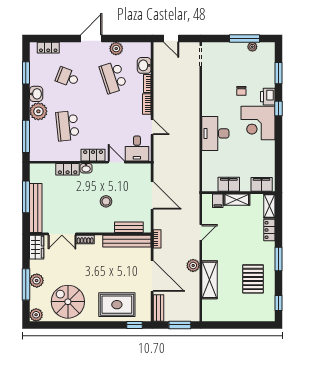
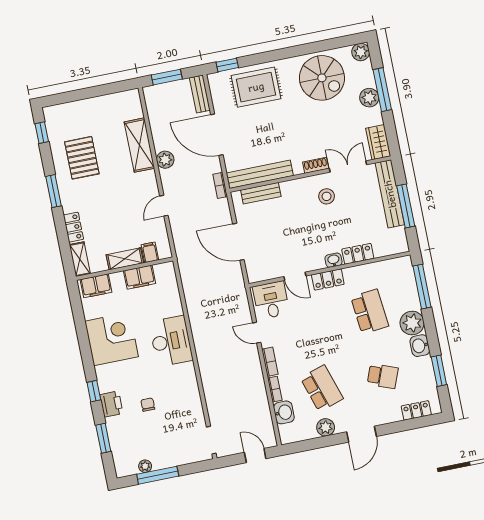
corner desk: (258, 123) -> (112, 339), moved
stool: (106, 201) -> (327, 196), moved

